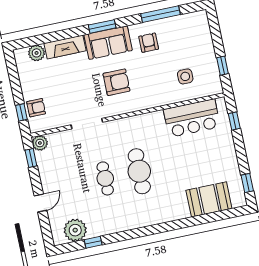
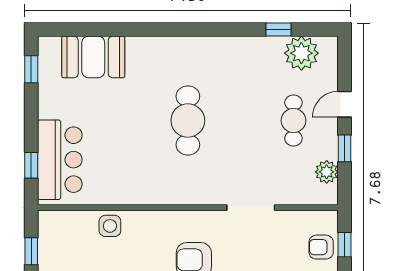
side table: (185, 76) -> (110, 226), moved
bar counter: (192, 118) -> (60, 160), moved, turned 90
plant: (40, 143) -> (327, 172), moved
window: (31, 158) -> (345, 148), moved
cafe table: (105, 178) -> (293, 121), moved

